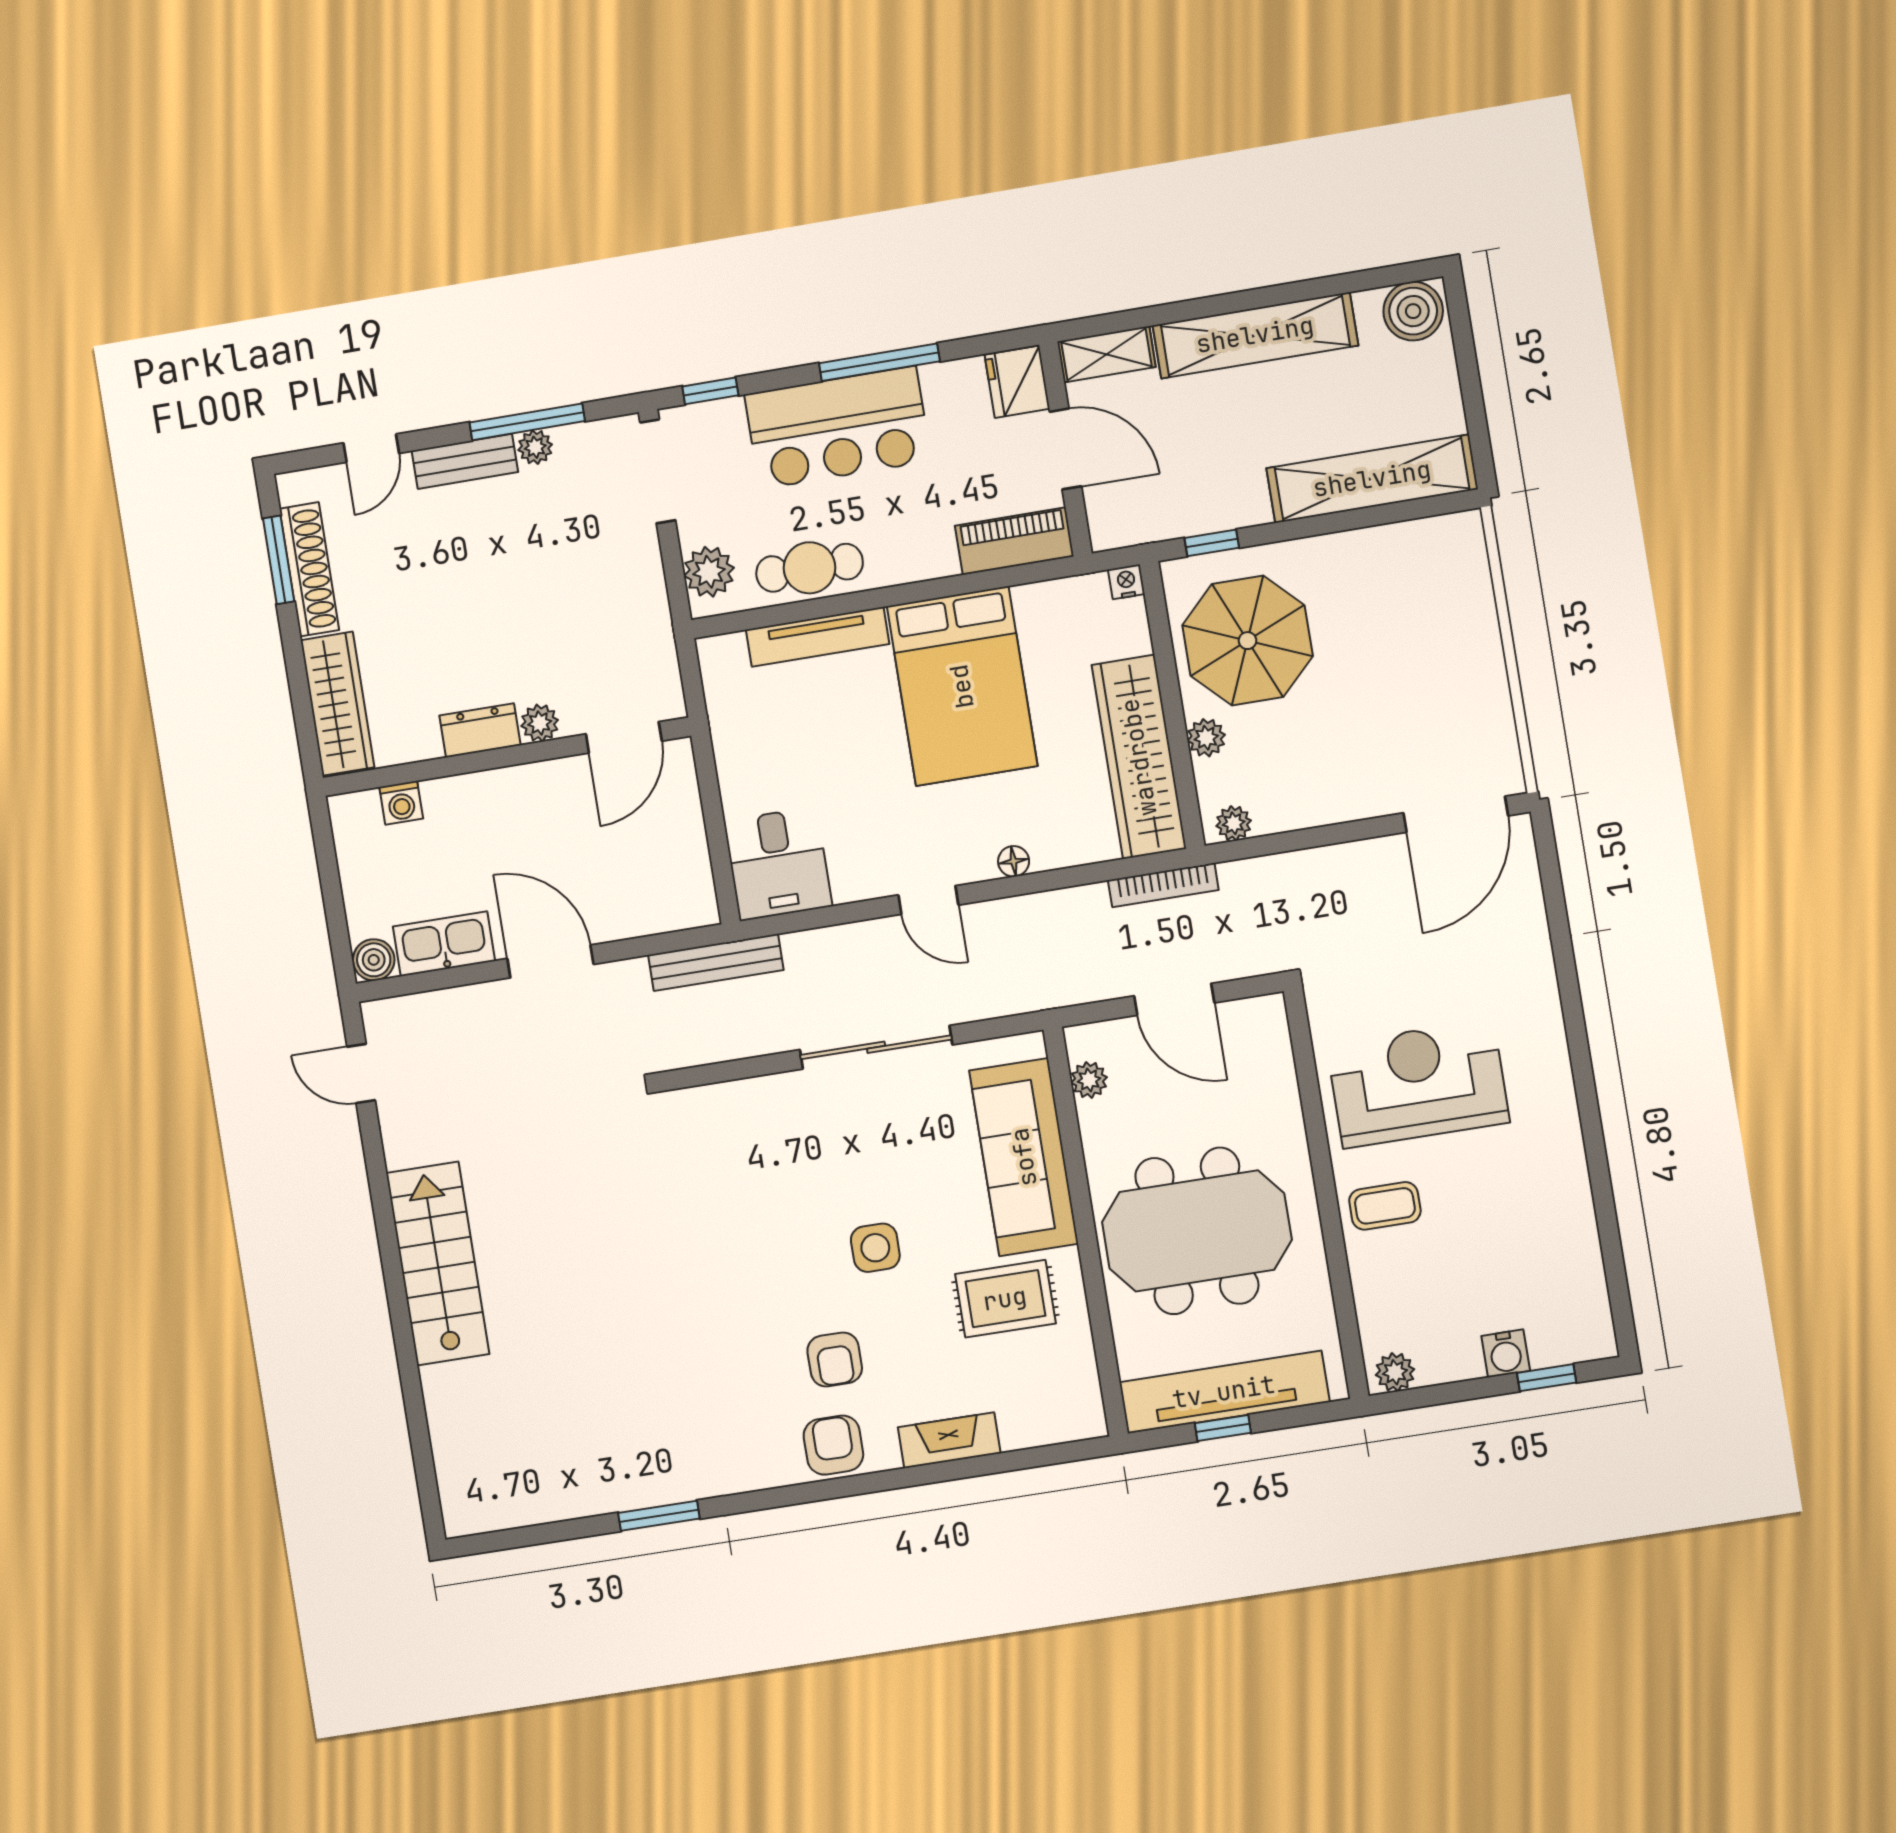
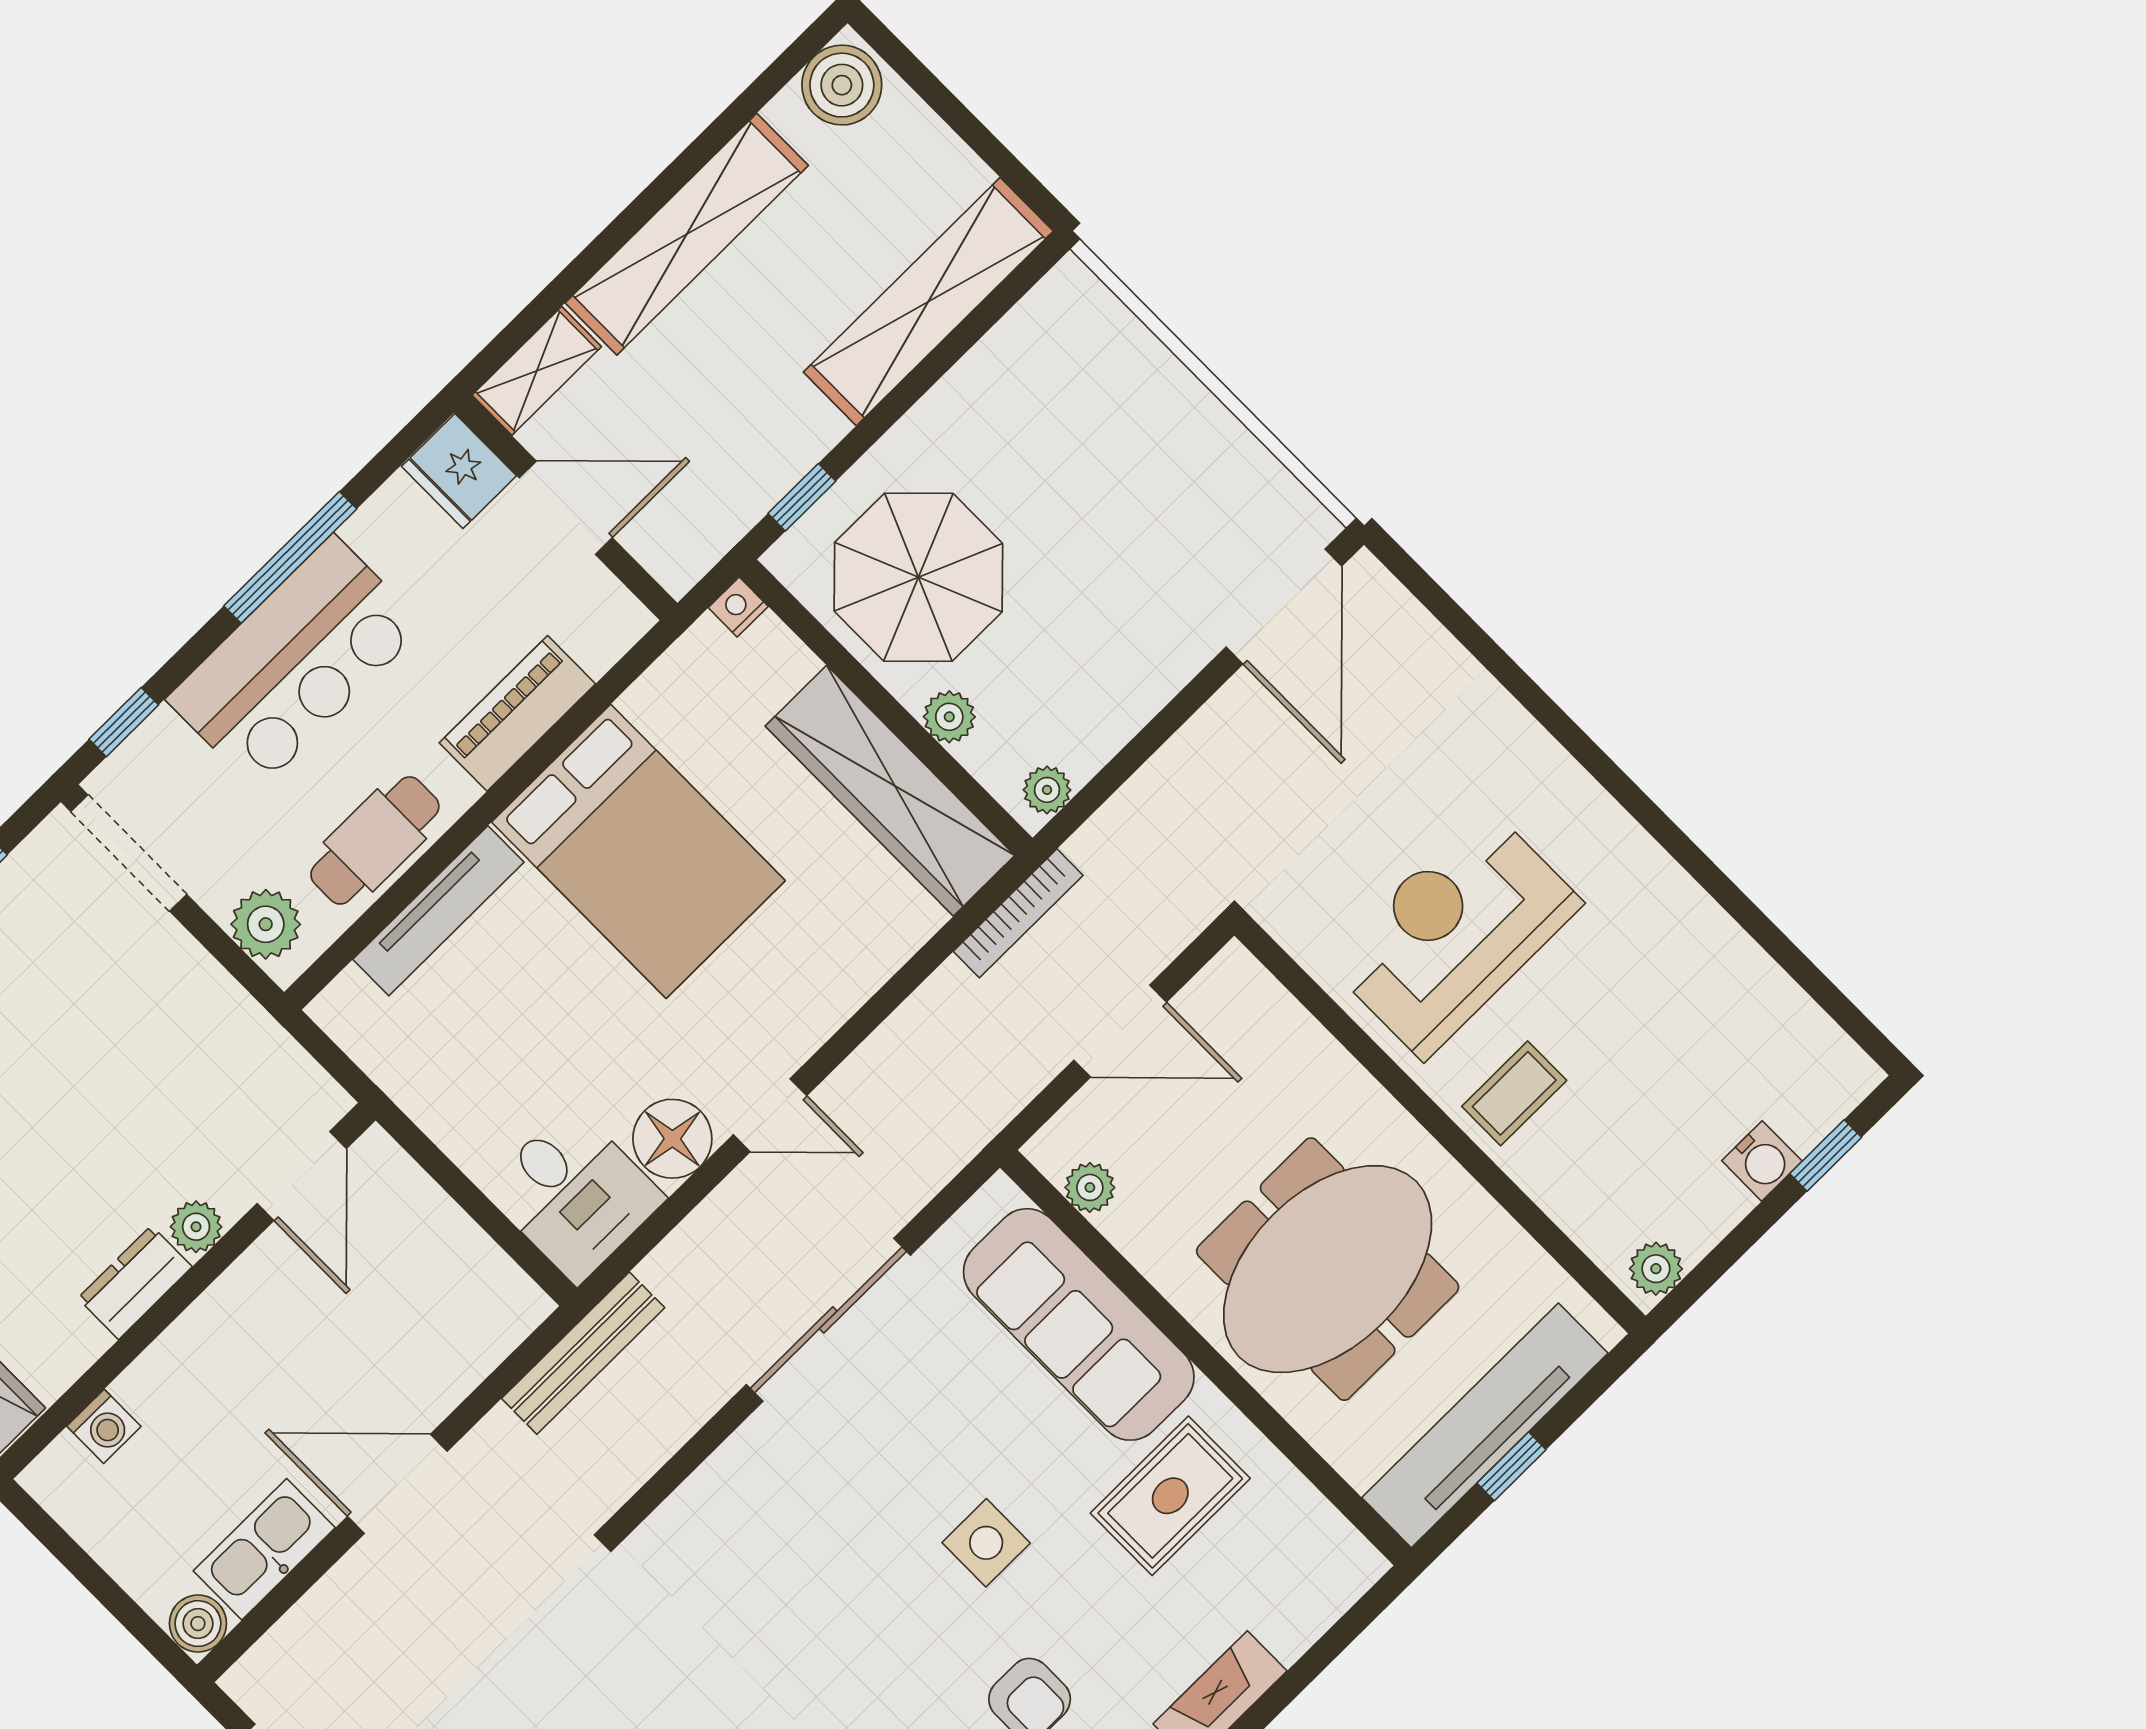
piano: (1014, 541) -> (517, 713), moved
floor lamp: (1014, 861) -> (672, 1139), moved, width x1.89, depth x1.89

